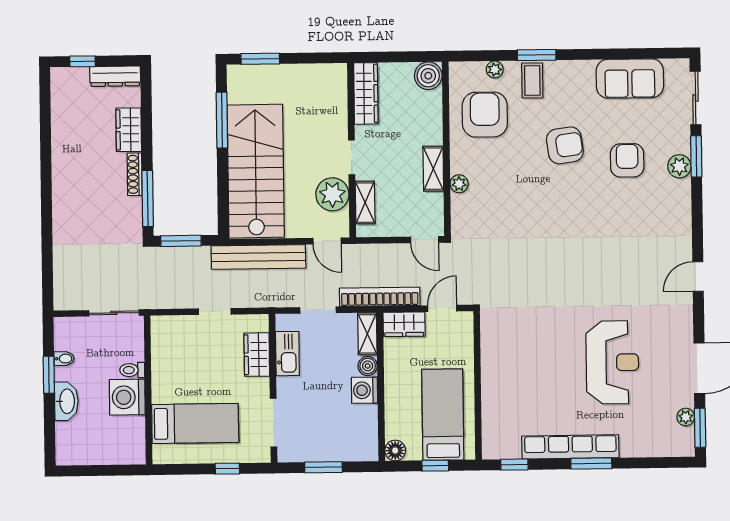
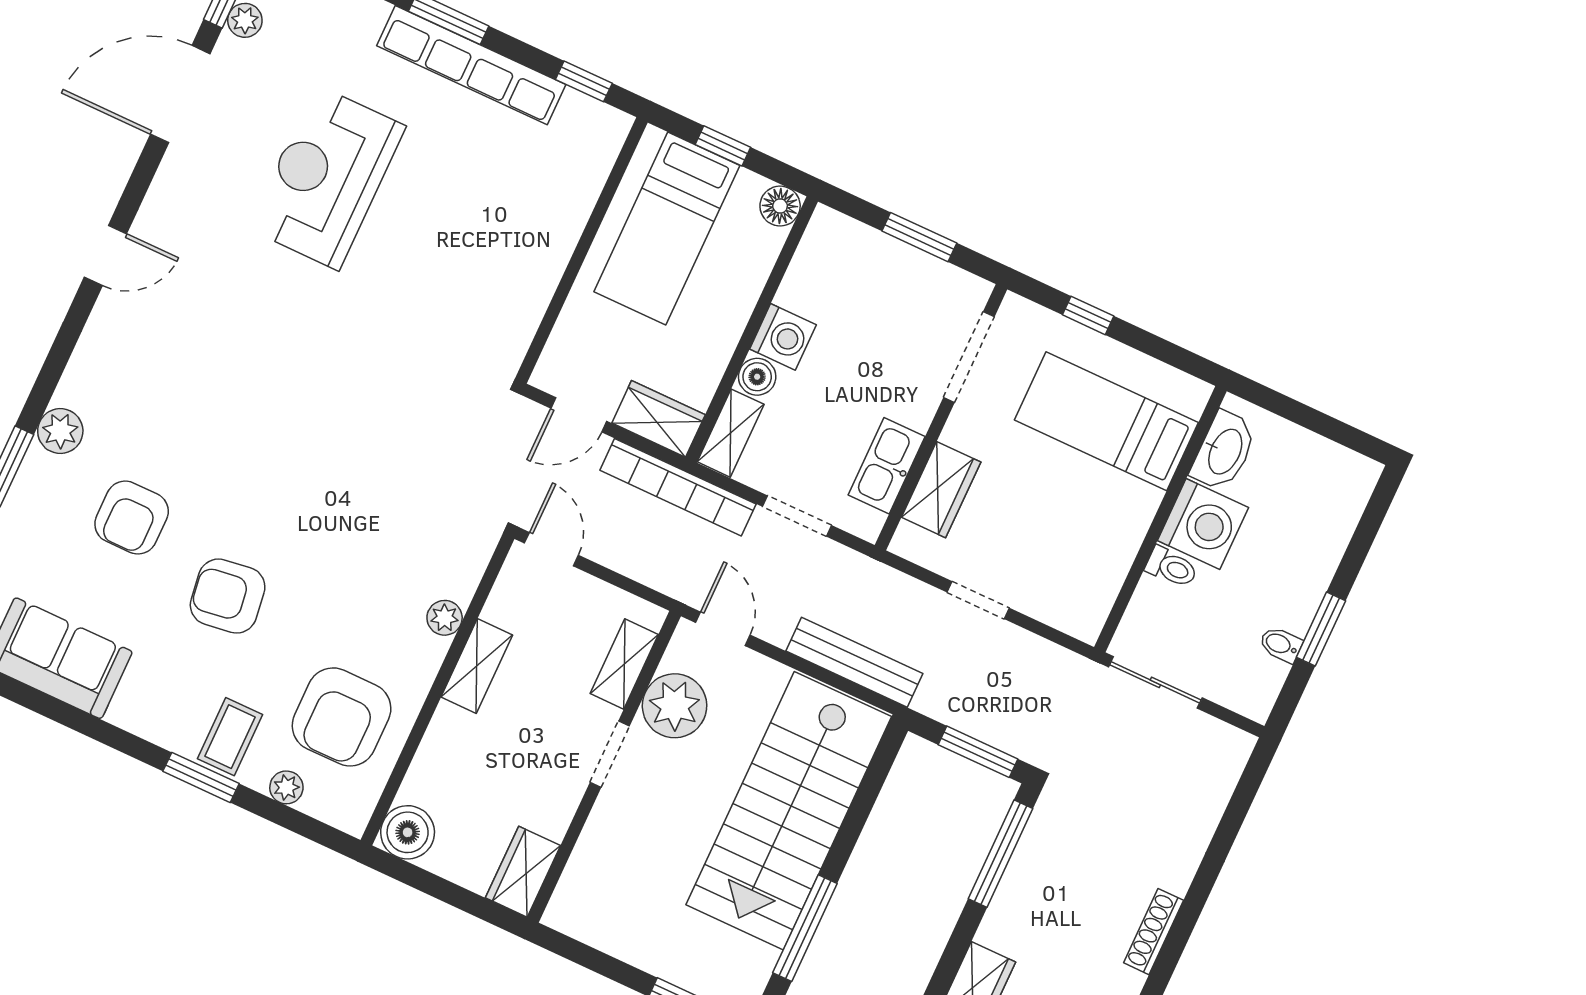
wardrobe: (366, 93) -> (523, 872), width x0.67
plant: (679, 166) -> (60, 431), moved
shoe rack: (135, 174) -> (1154, 932), moved, turned 180
bench: (258, 257) -> (854, 662), width x0.73, depth x0.82
washbasin: (66, 401) -> (1224, 451), moved, turned 180

